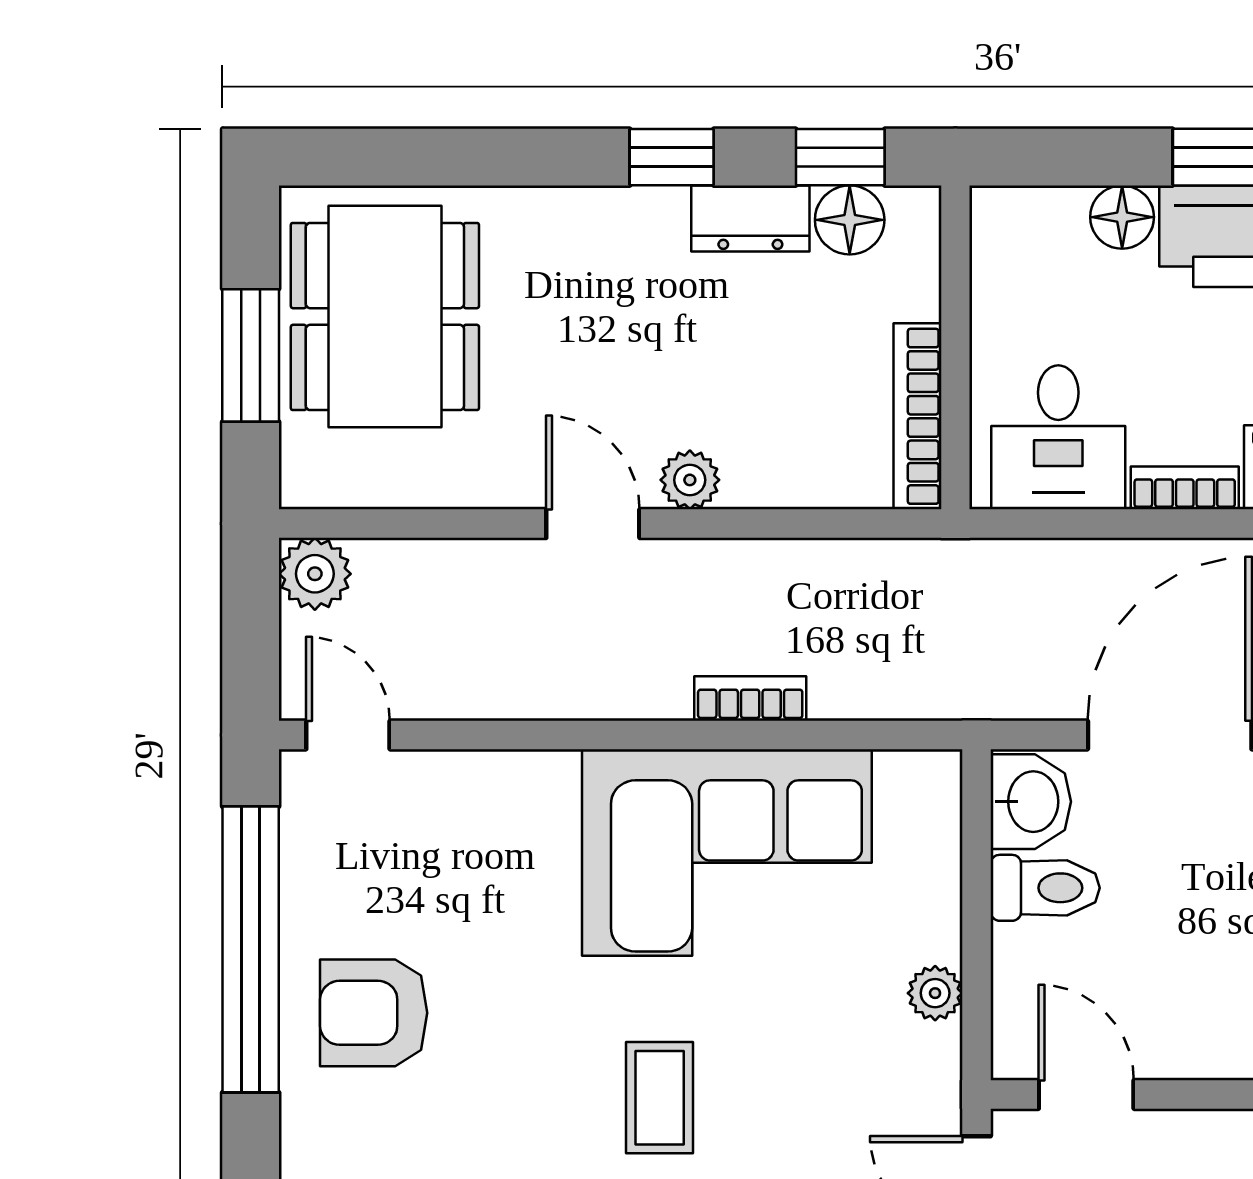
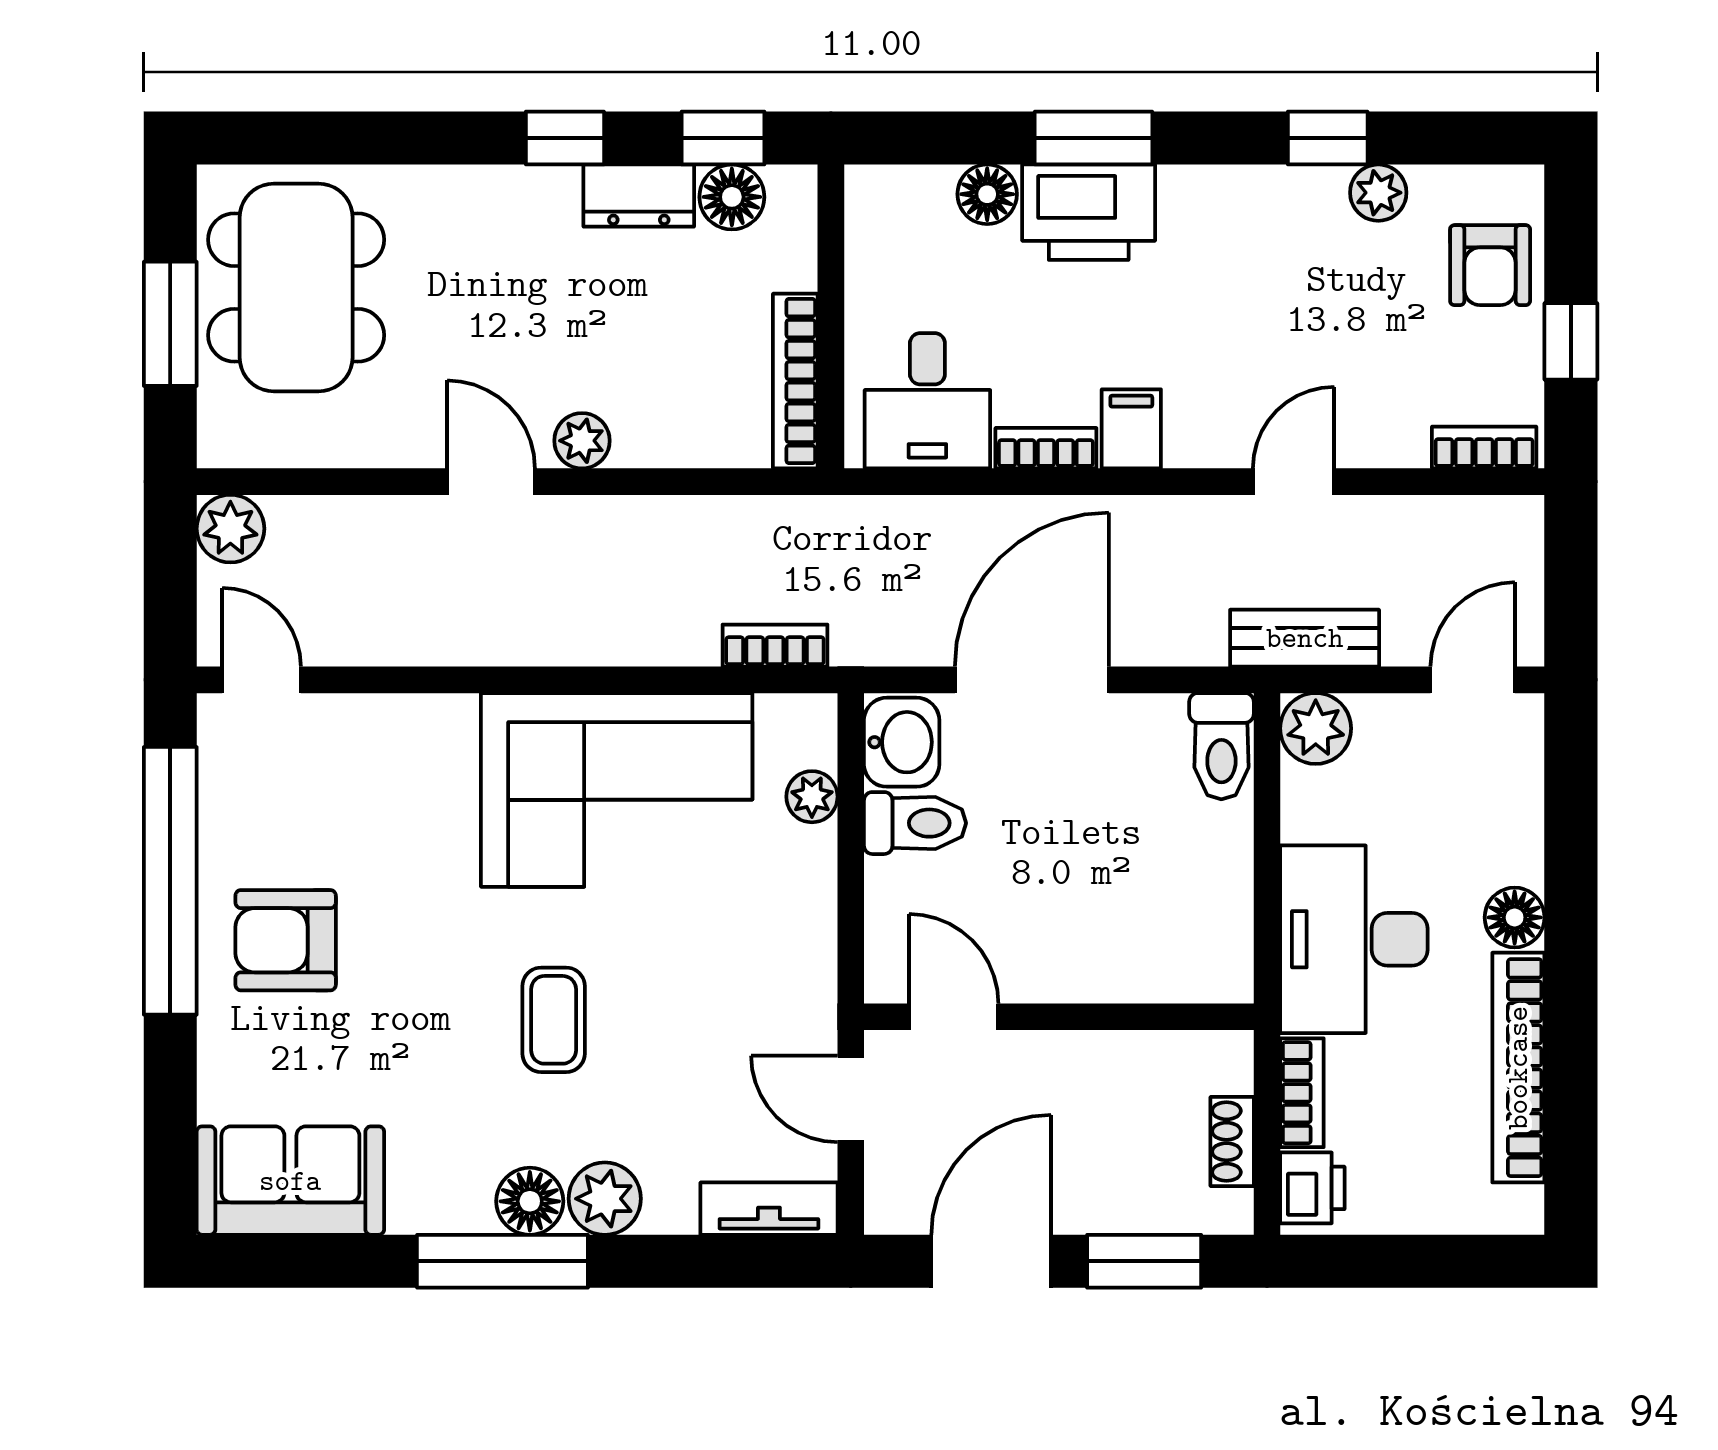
bookcase: (750, 699) -> (775, 646), moved
plant: (935, 993) -> (812, 797), moved

